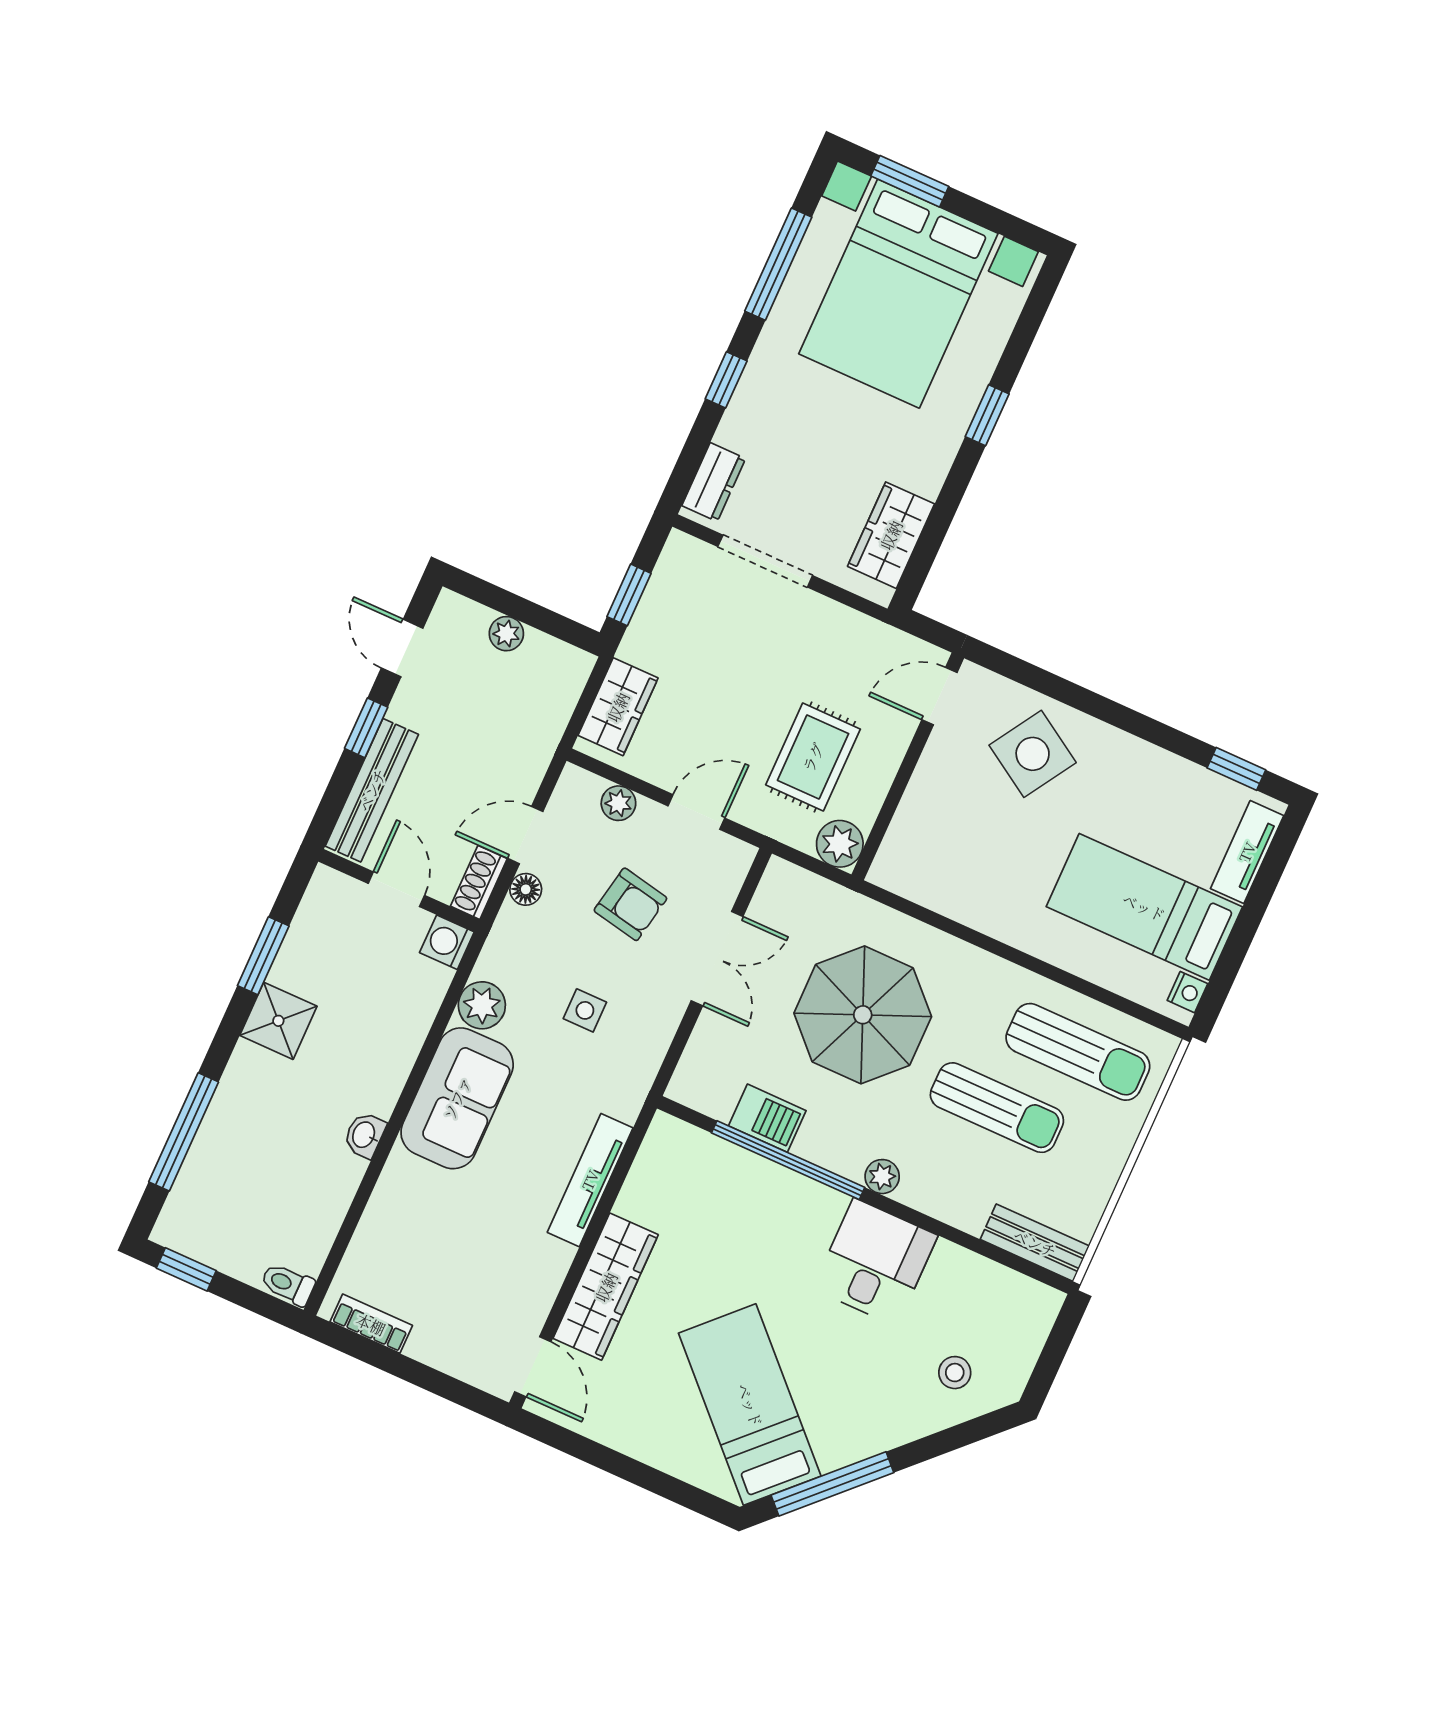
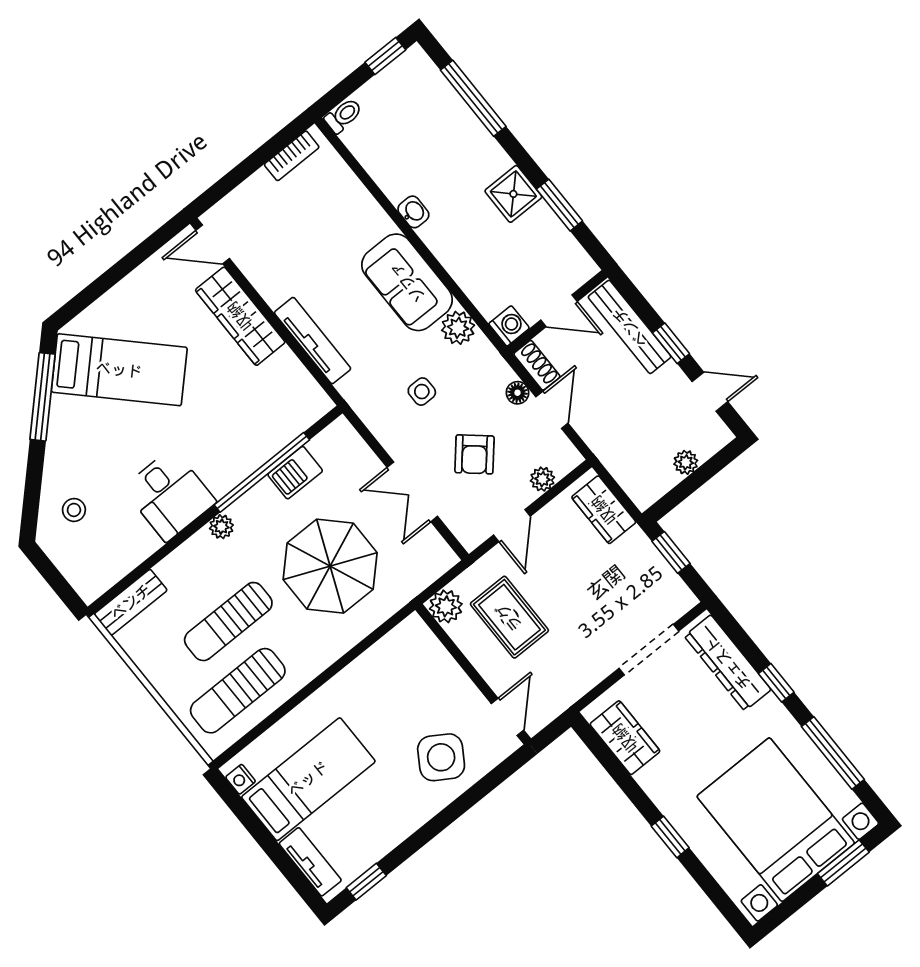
dresser: (714, 482) -> (728, 663), width x1.96, depth x1.24
armchair: (630, 904) -> (474, 454), turned -60

